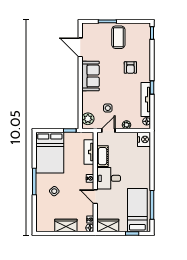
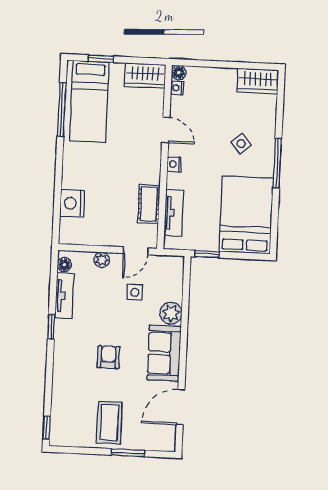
door: (80, 47) -> (180, 407), swing flipped
armchair: (130, 67) -> (108, 357), moved
tv unit: (146, 99) -> (64, 296), width x0.71
plant: (88, 119) -> (171, 313), moved
nightstand: (144, 139) -> (72, 203), moved
desk: (109, 178) -> (139, 163), removed
wardrobe: (66, 225) -> (258, 81), moved

